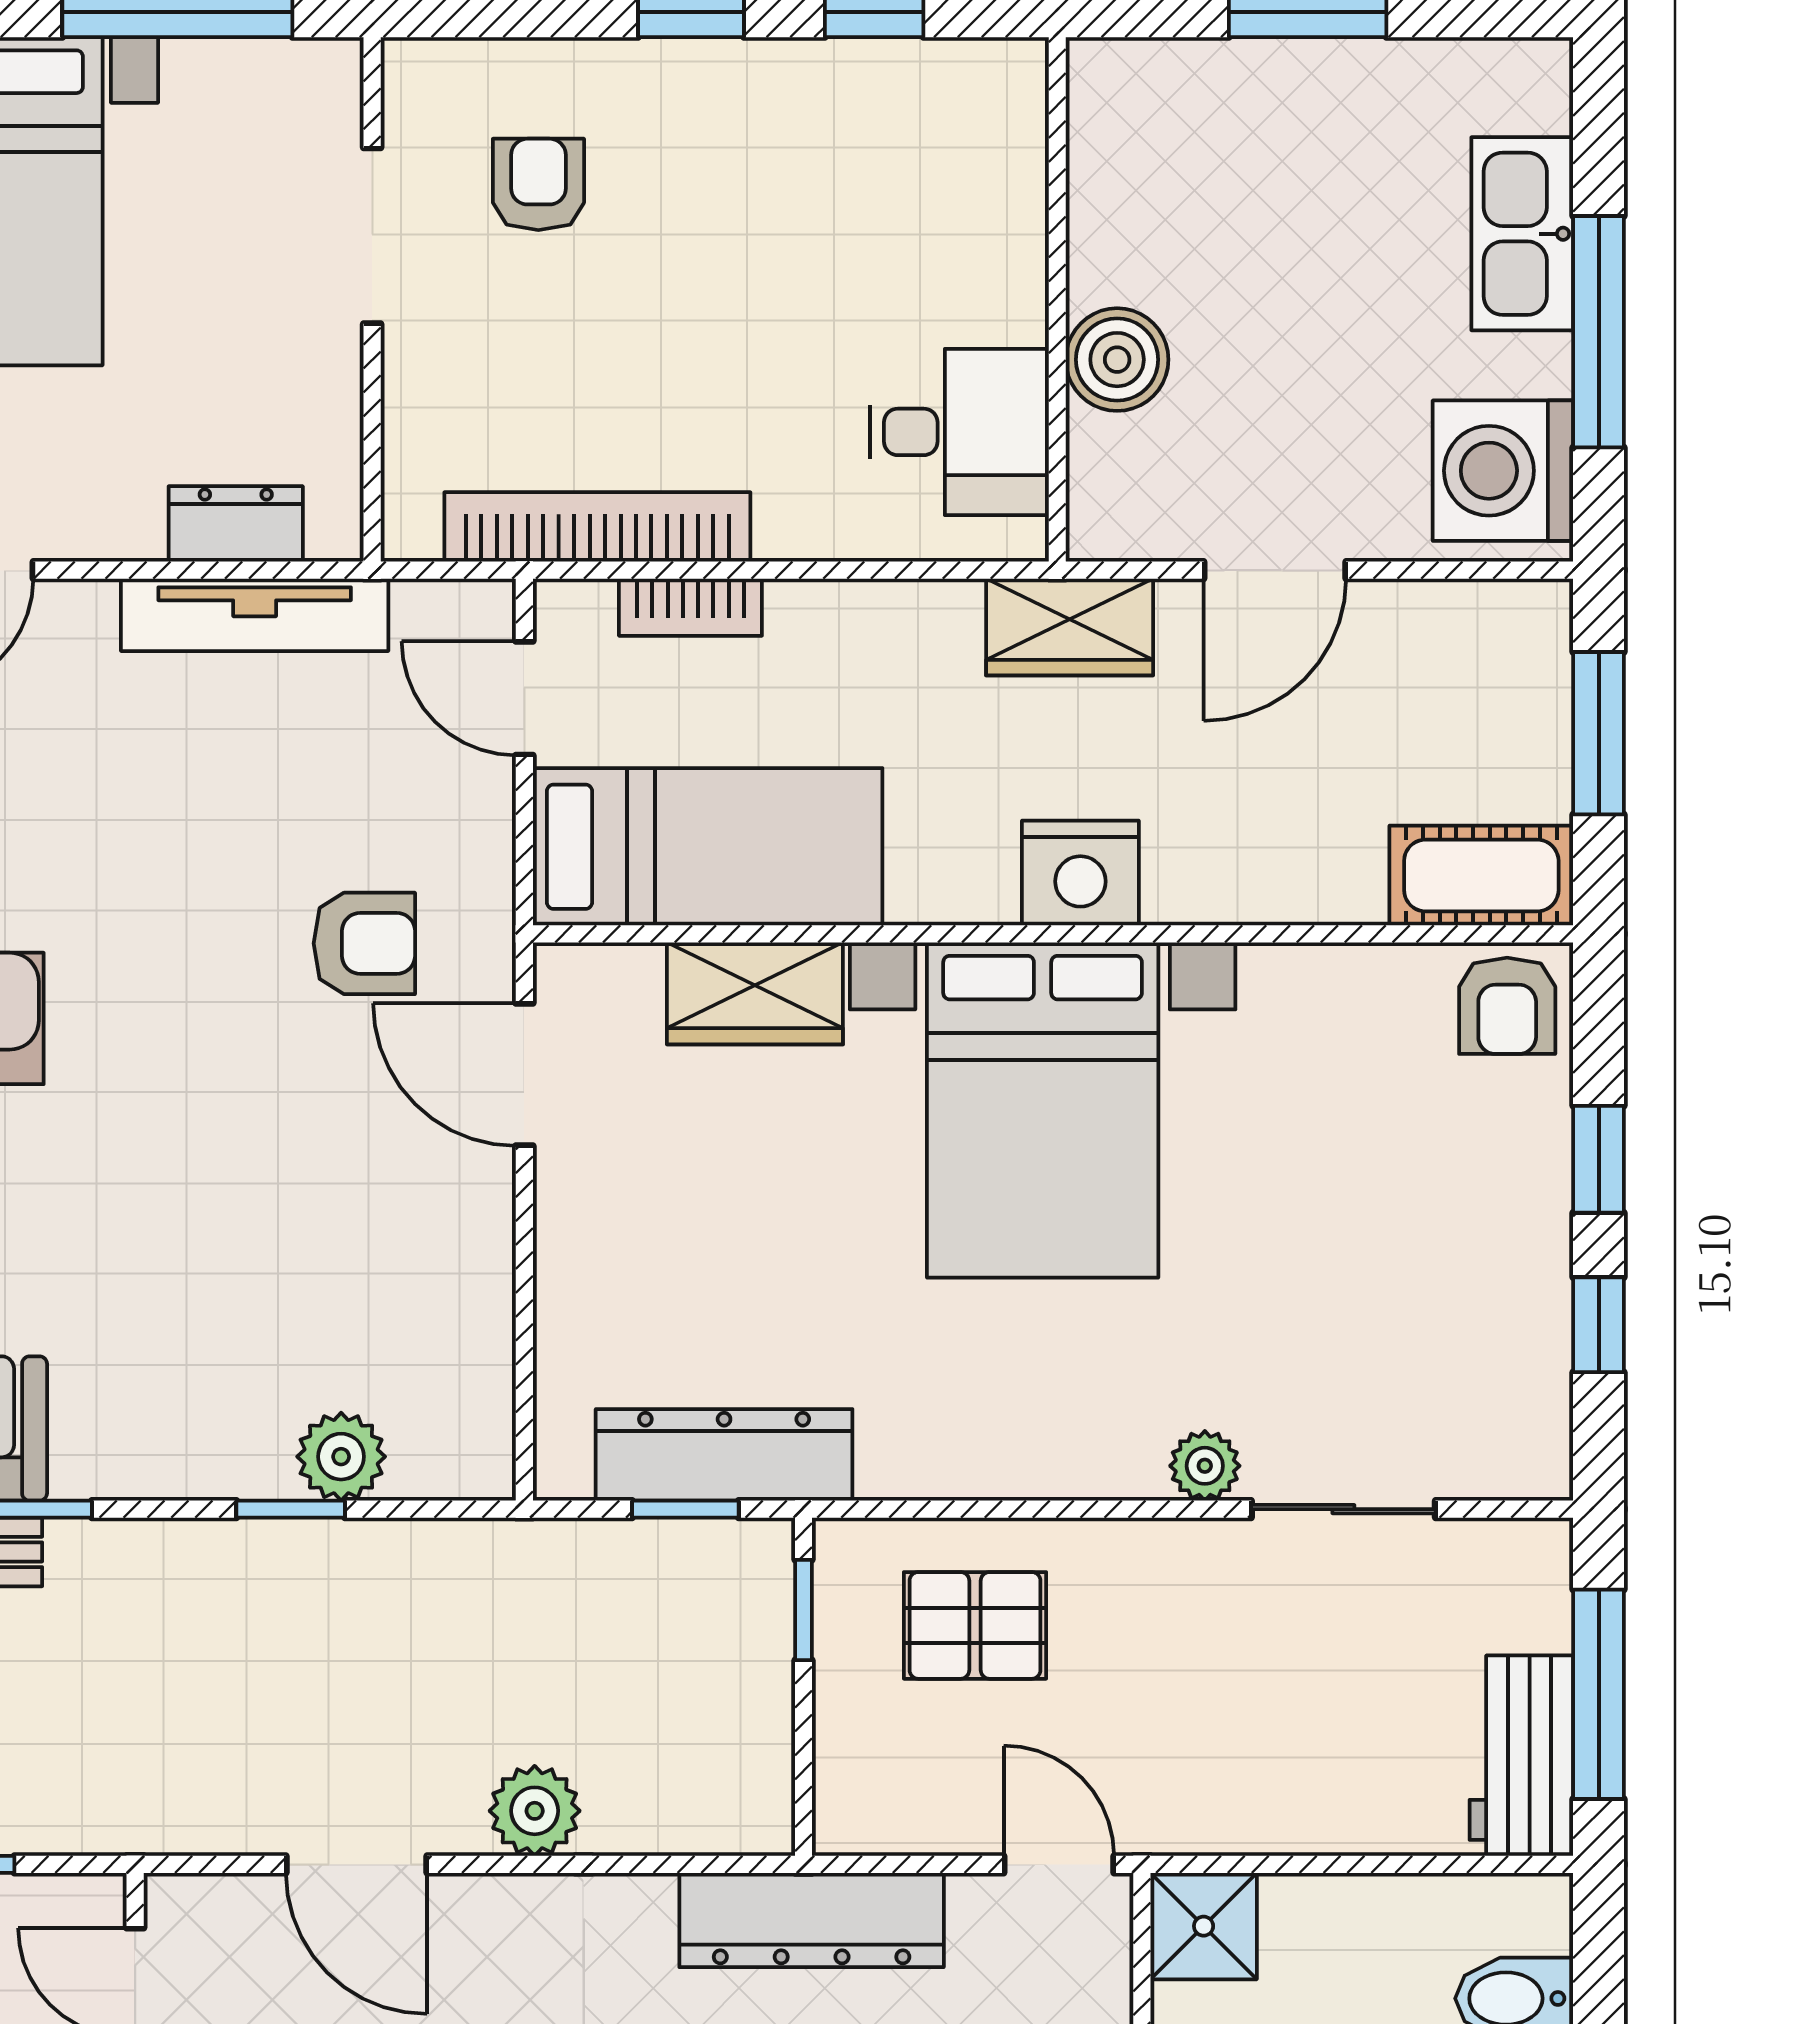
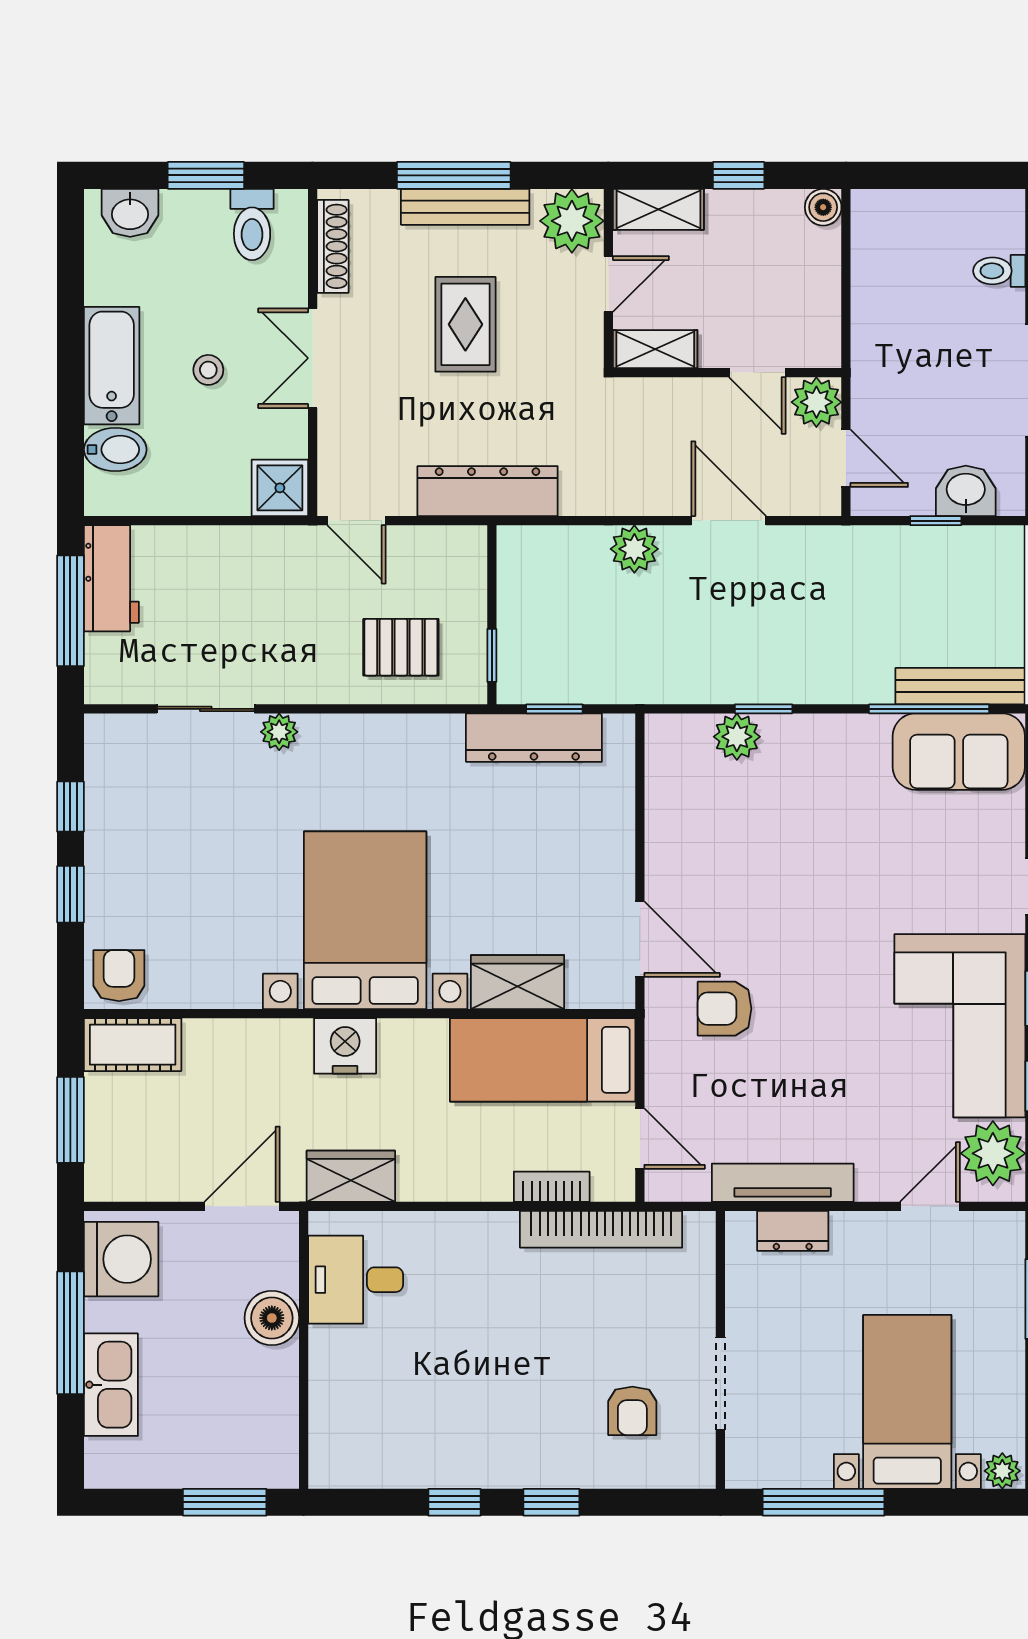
wall: (1057, 299) -> (304, 1350), moved
boiler: (1117, 360) -> (272, 1318), moved
desk: (959, 432) -> (356, 1280), moved

